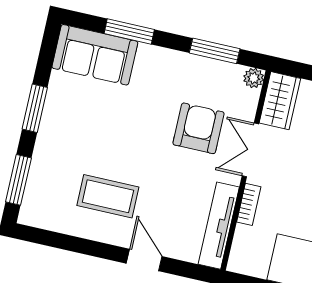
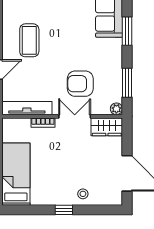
armchair: (198, 128) -> (80, 84), turned 180

